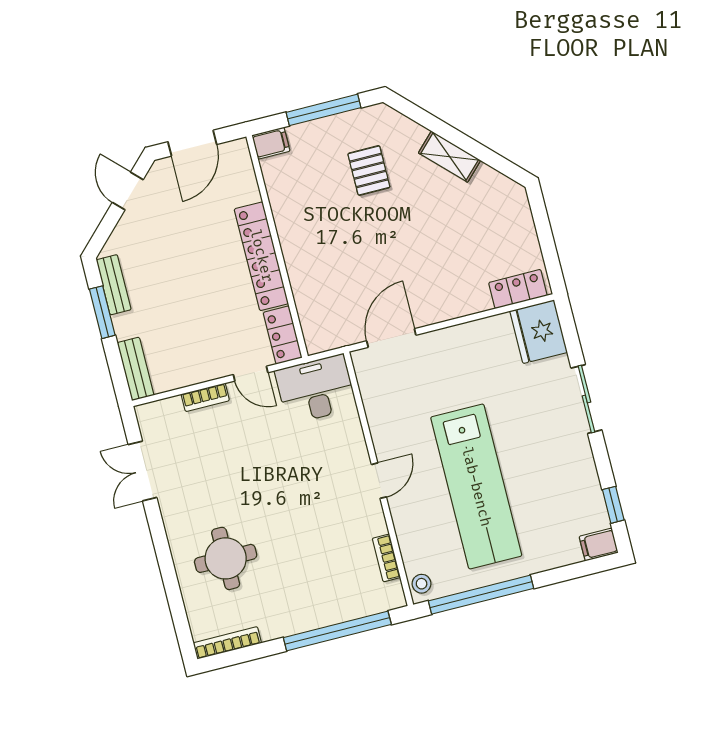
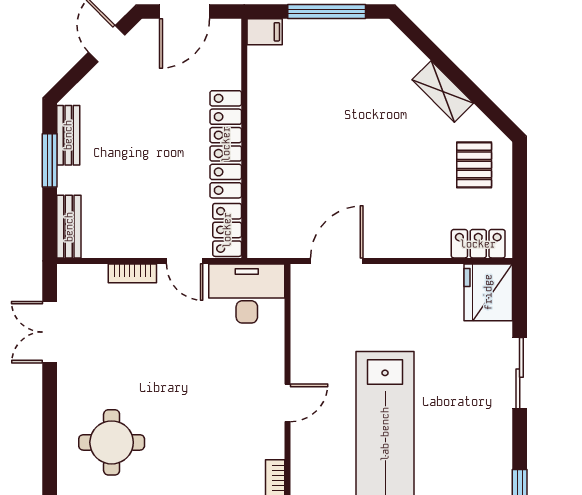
pallet: (369, 171) -> (474, 165), moved

